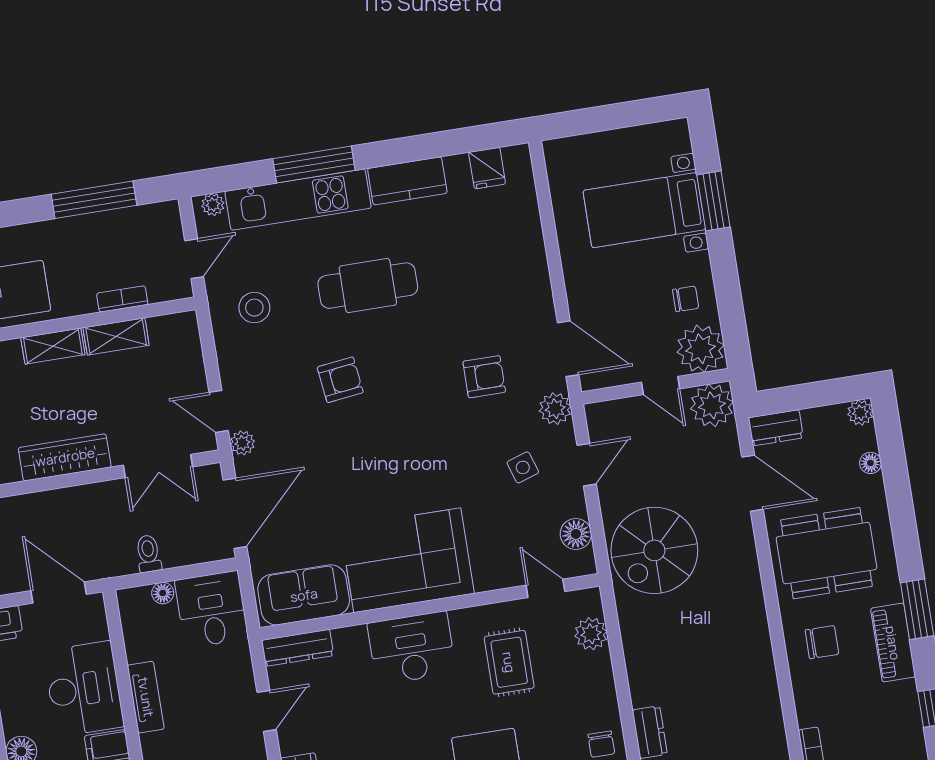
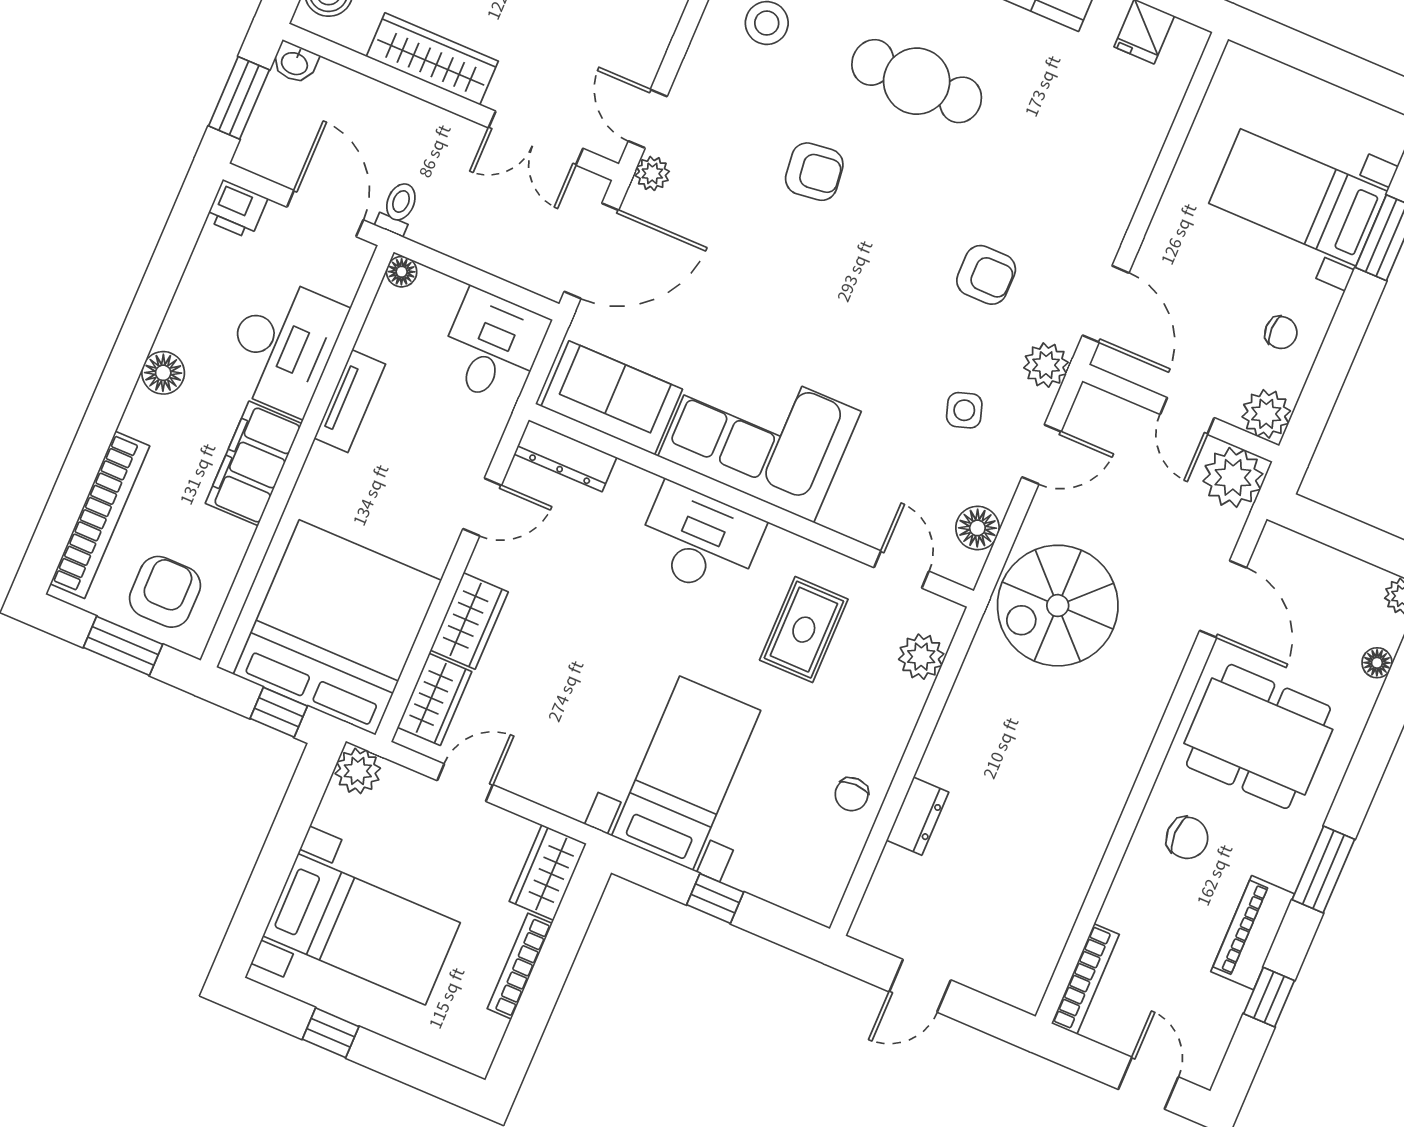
plant: (700, 349) -> (1266, 414), width x0.73, depth x0.73
dresser: (776, 428) -> (1292, 551), removed
toilet: (148, 554) -> (398, 208), moved
floor lamp: (163, 593) -> (402, 272), moved
piano: (893, 643) -> (1253, 933), moved

